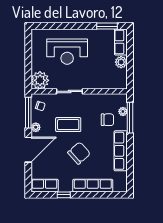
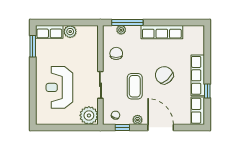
reception desk: (67, 52) -> (59, 87), turned 180
window: (28, 113) -> (122, 128), width x0.46
chair: (107, 120) -> (116, 53), moved
row of seats: (93, 186) -> (198, 75), moved

